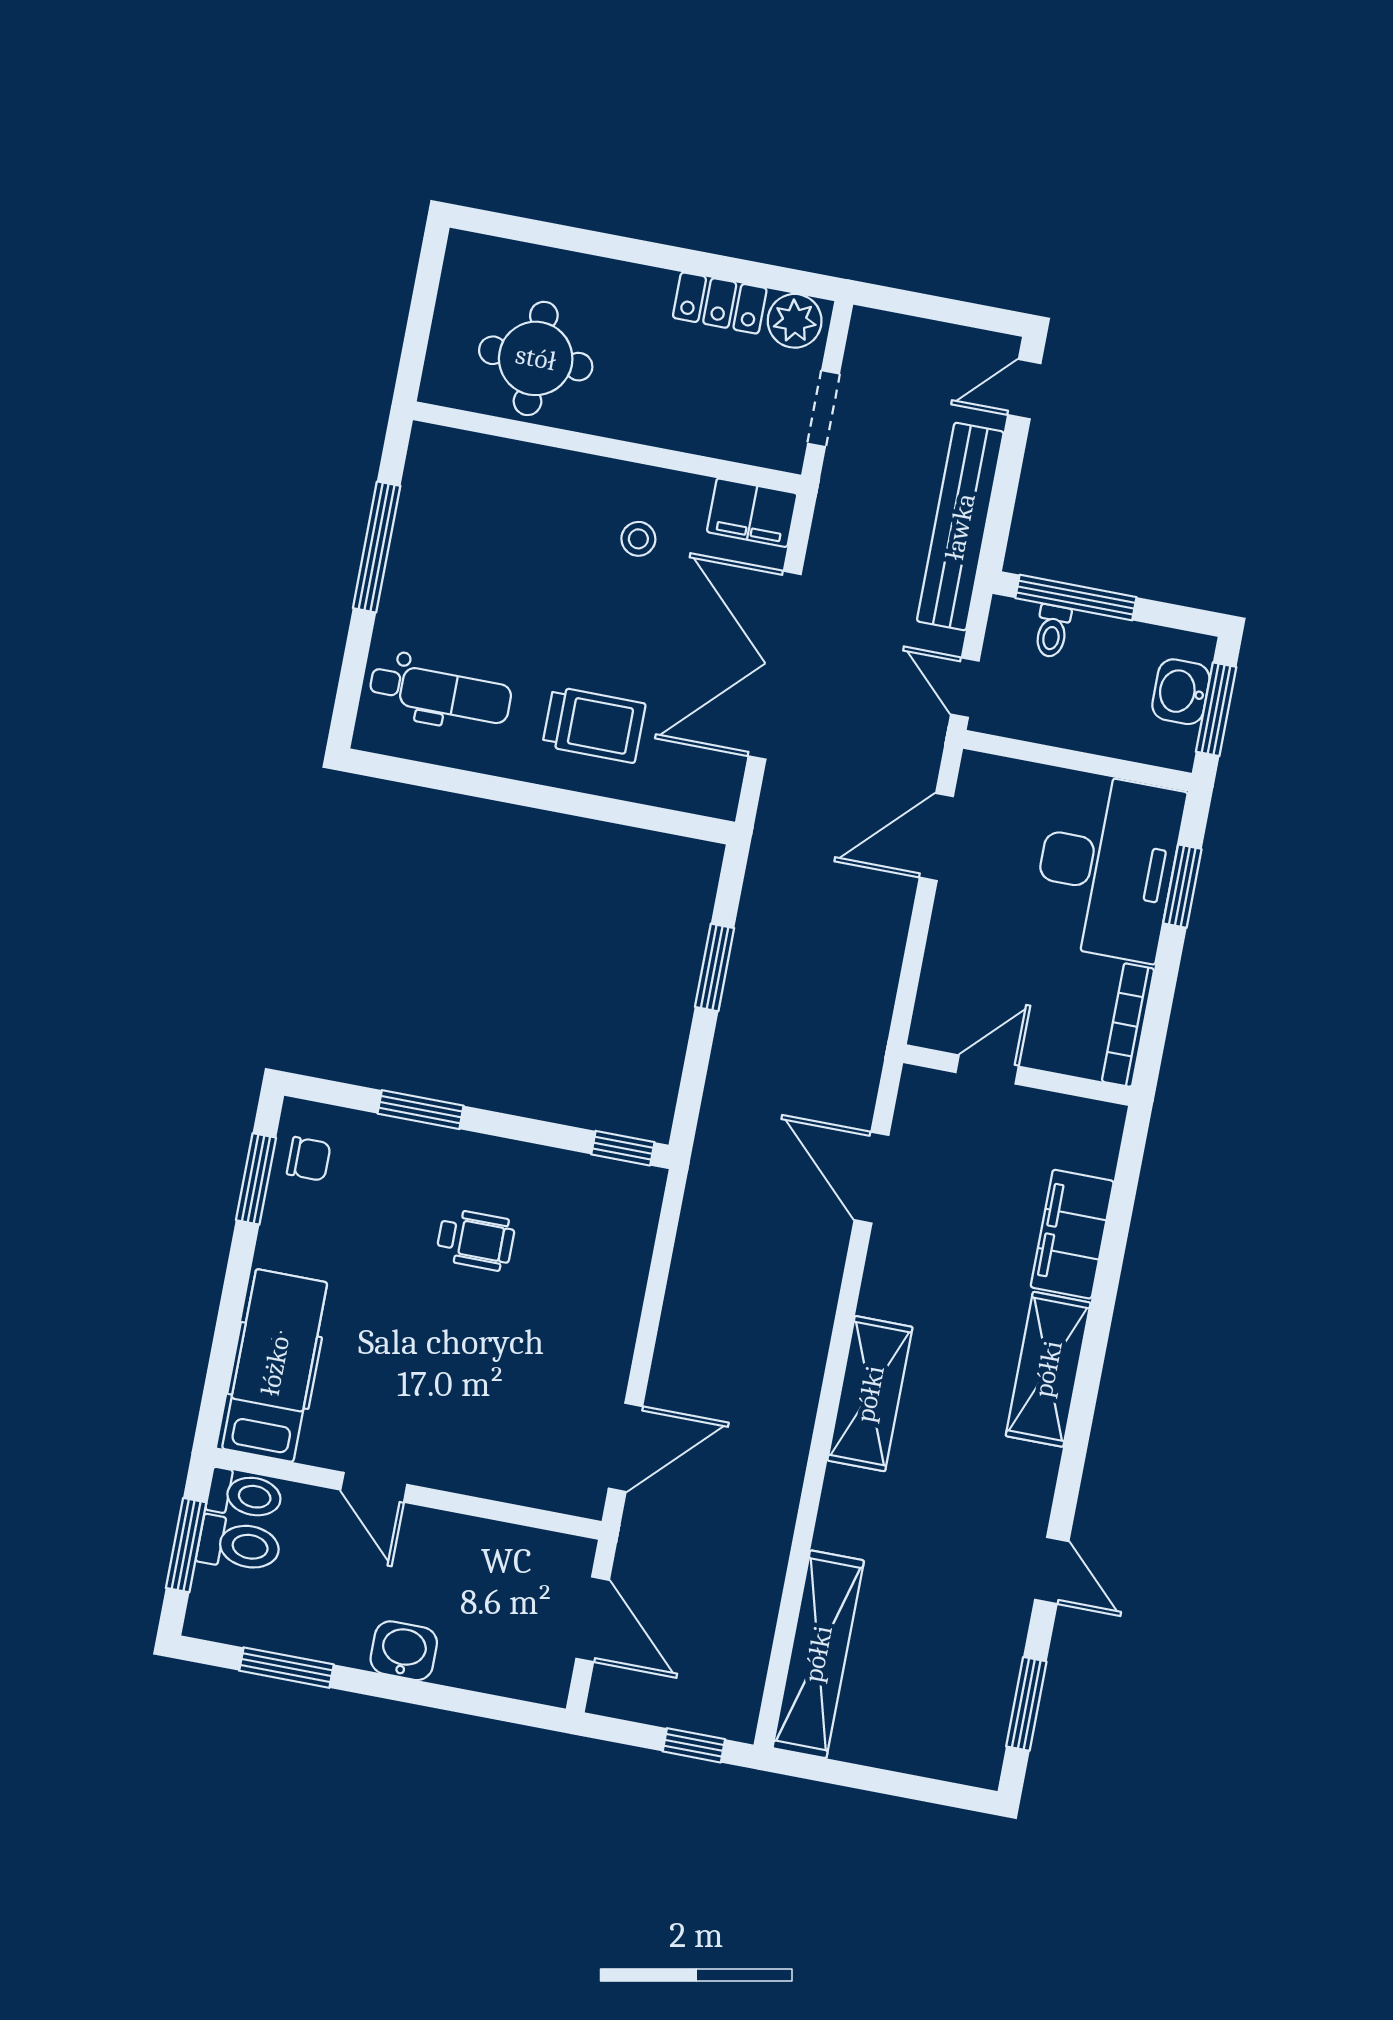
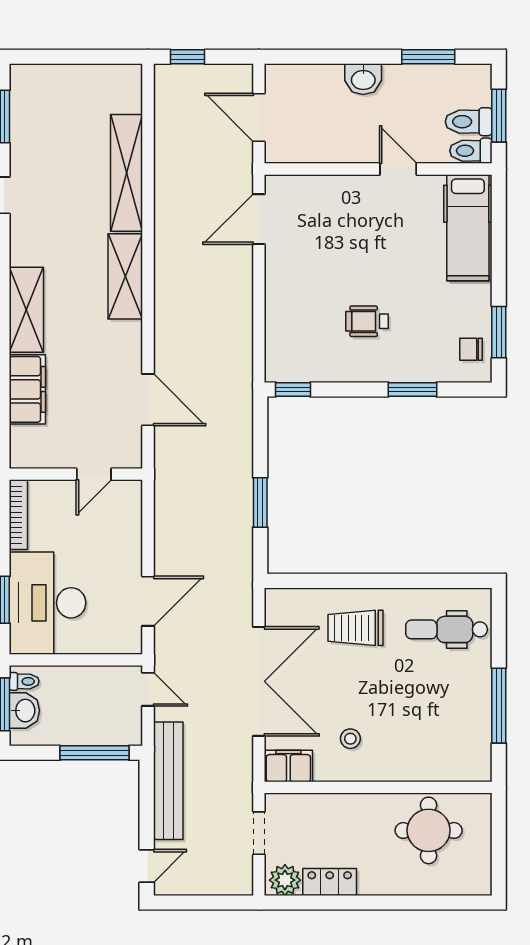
toilet: (1052, 631) -> (24, 681), moved, turned 90
shelving: (818, 1654) -> (126, 173), moved

